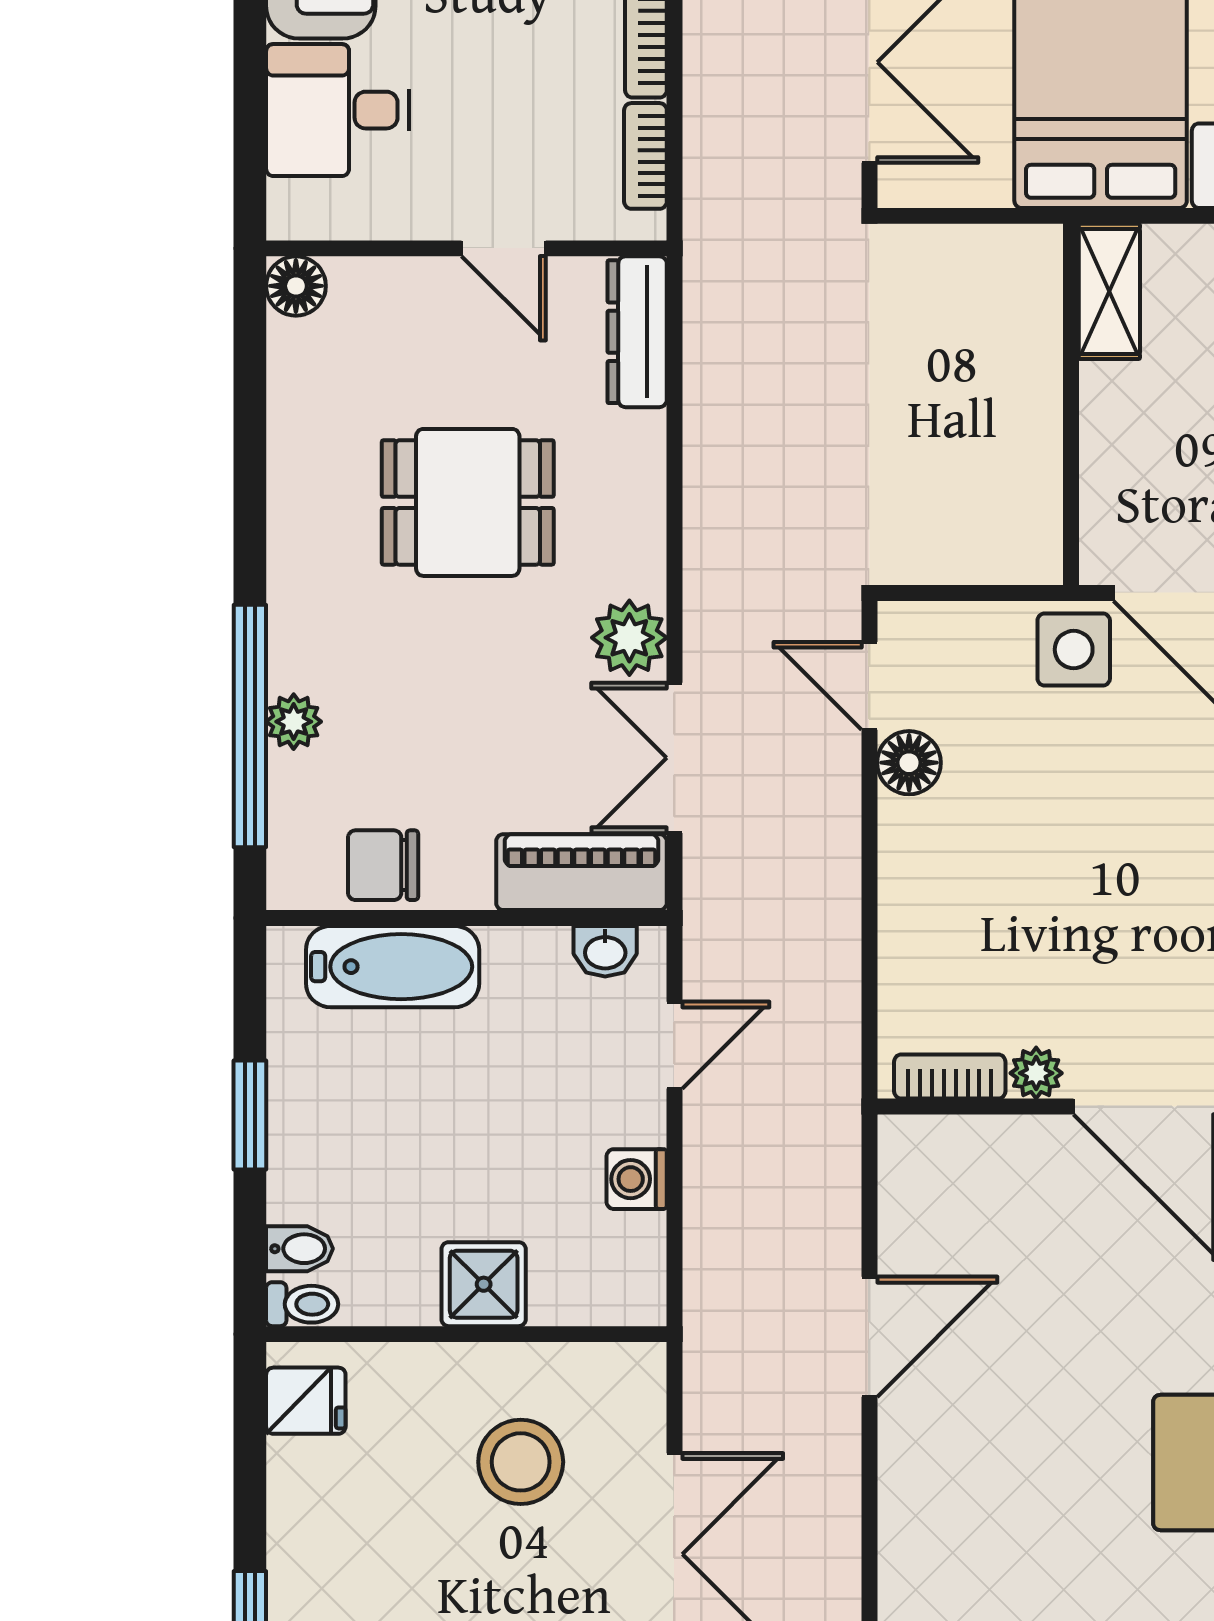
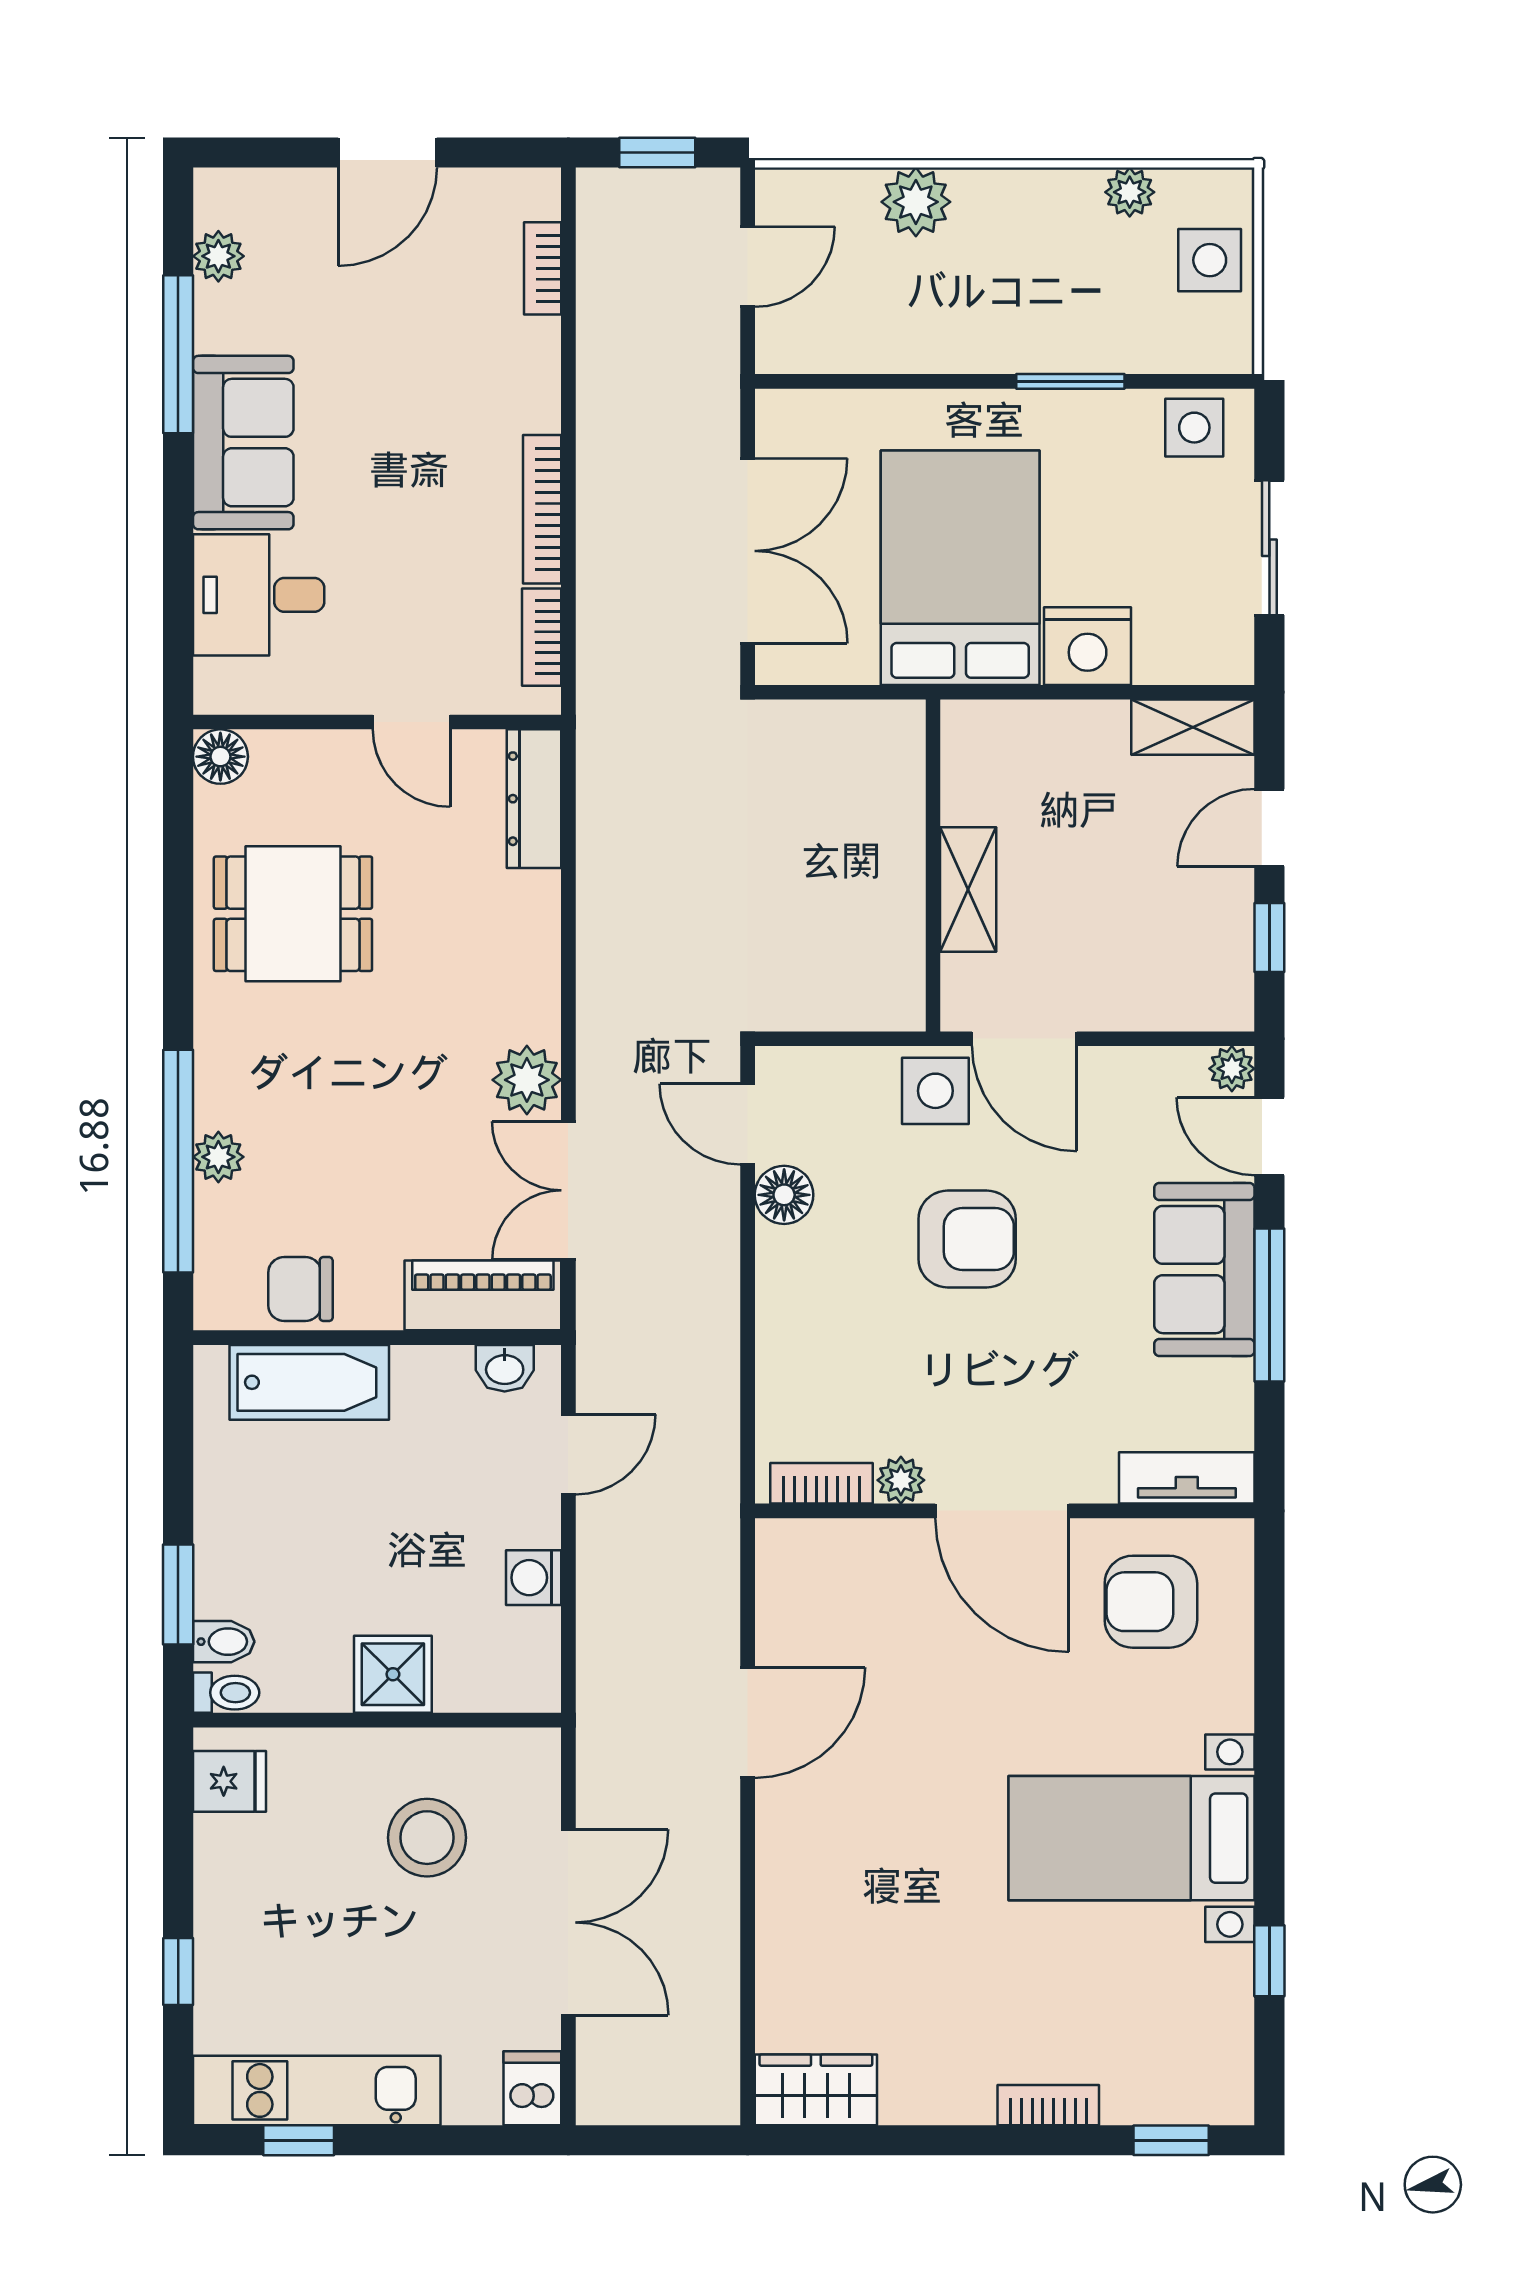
shelving: (1109, 291) -> (968, 889), moved
dining table: (468, 502) -> (293, 914), moved
armchair: (1108, 811) -> (967, 1239), added
window: (250, 1115) -> (178, 1594), moved

